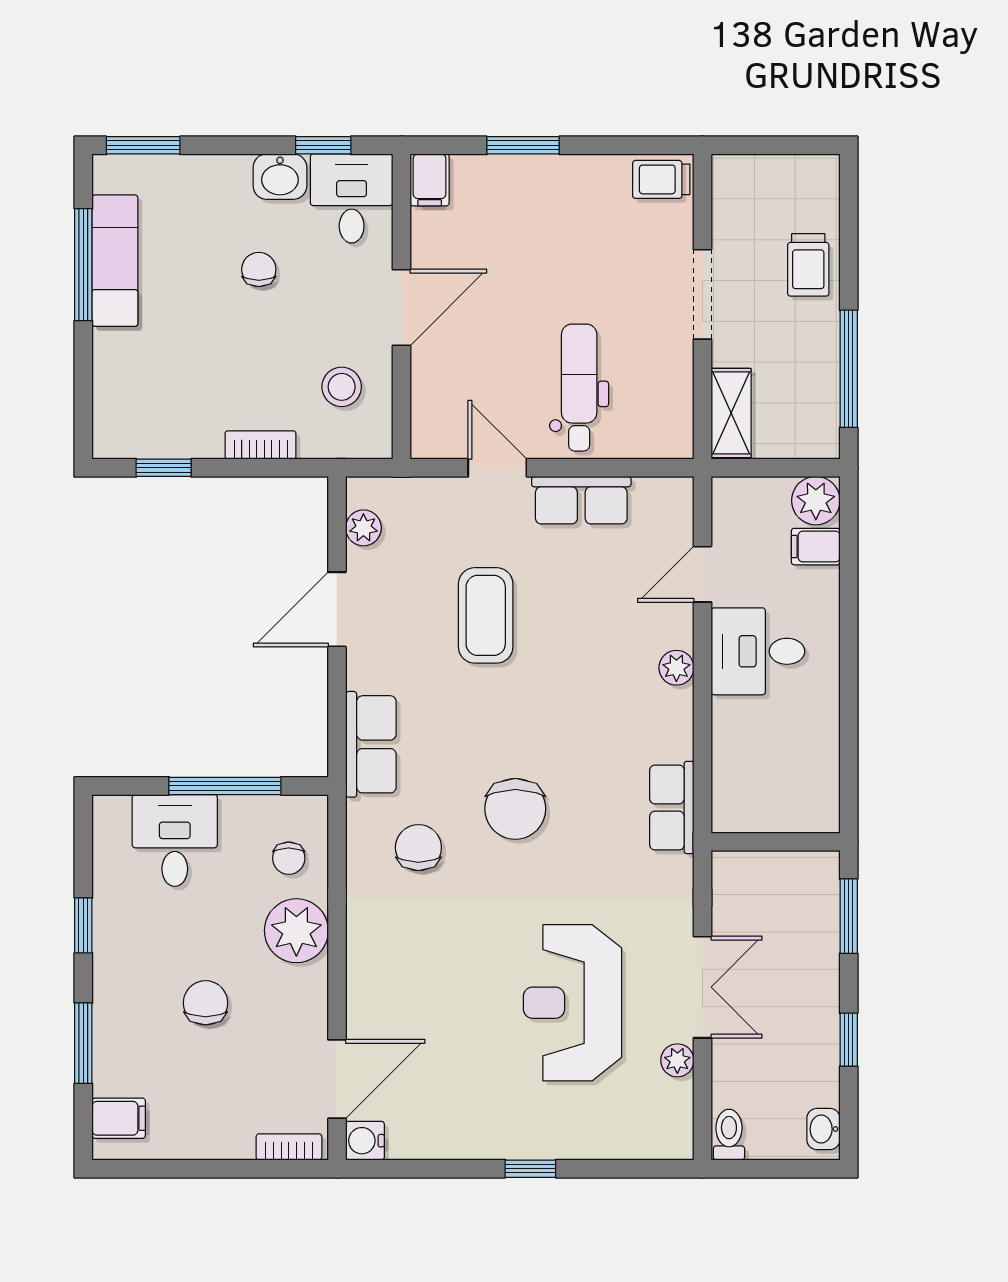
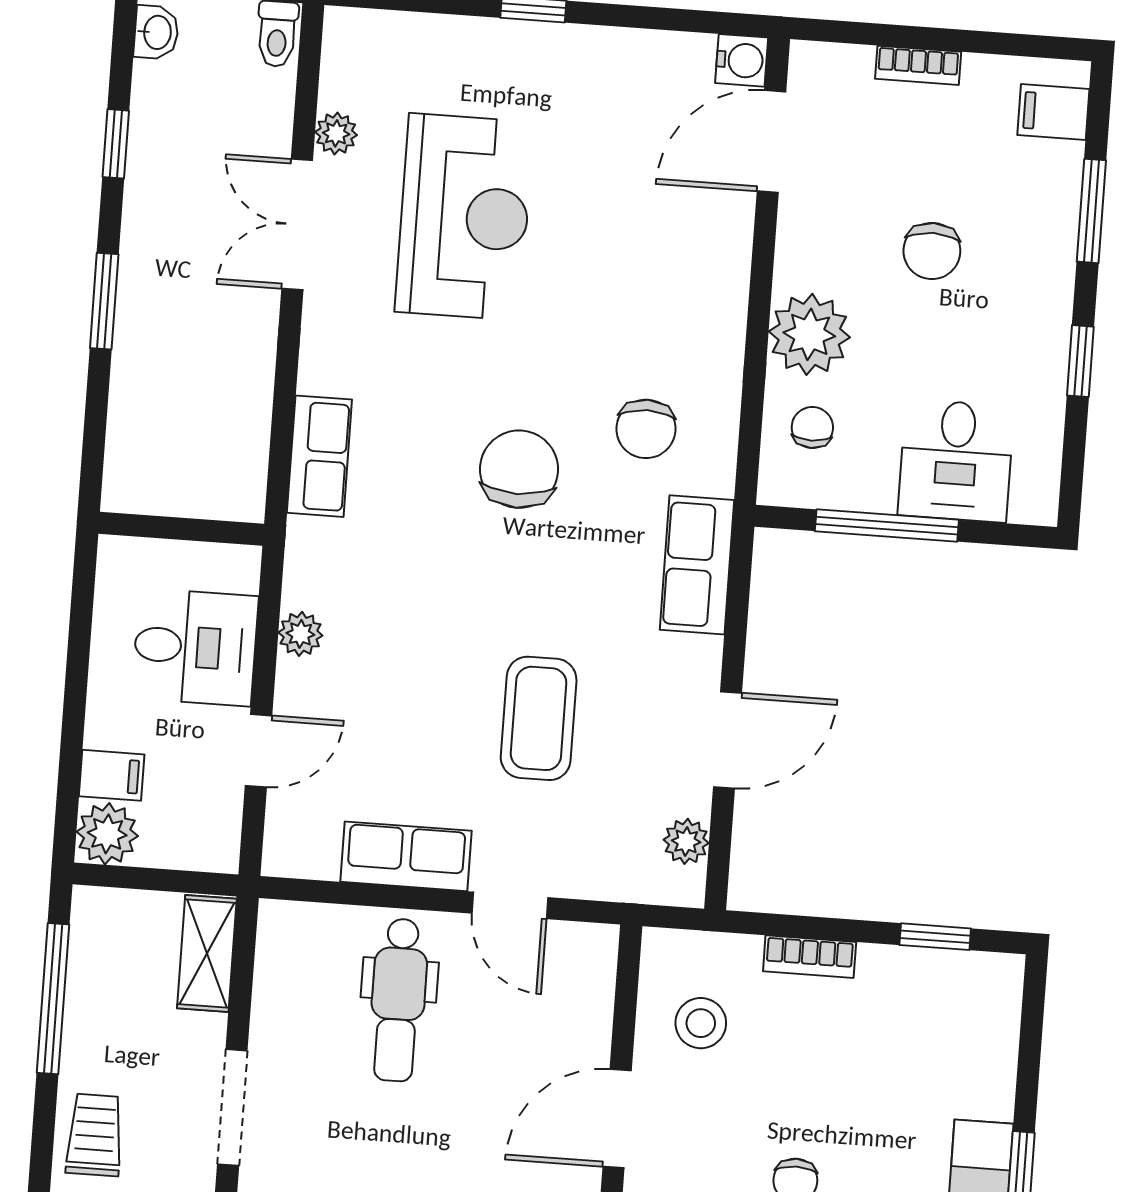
wall: (776, 842) -> (181, 529), moved
bookcase: (289, 1147) -> (918, 65), moved

